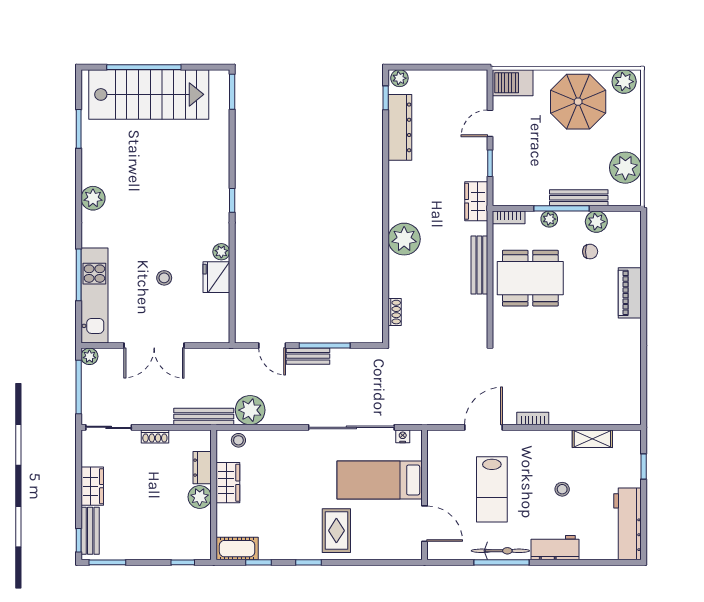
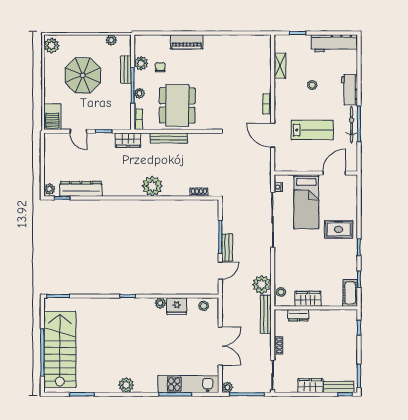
parasol: (578, 102) -> (83, 75), moved
plant: (625, 168) -> (111, 40), width x0.53, depth x0.53
bench: (579, 198) -> (126, 70), width x0.73
stool: (164, 278) -> (204, 306), moved
plant: (200, 497) -> (317, 317), removed

